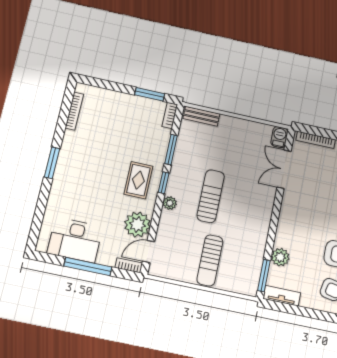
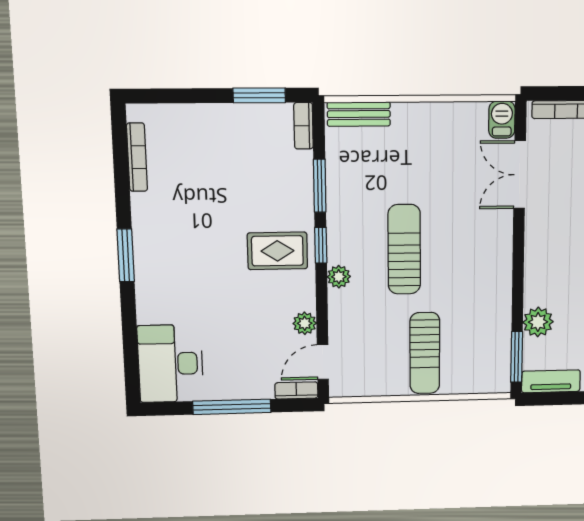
rug: (138, 180) -> (277, 251), turned 90
plant: (137, 225) -> (305, 323), width x0.53, depth x0.53
desk: (75, 240) -> (170, 364), moved, turned 90

